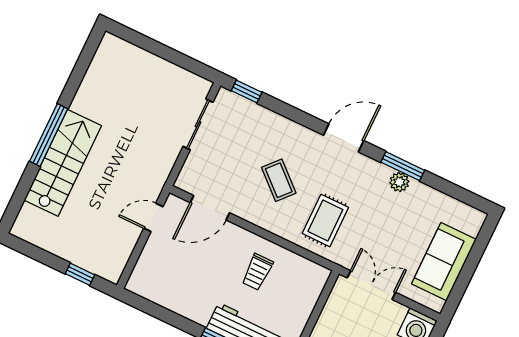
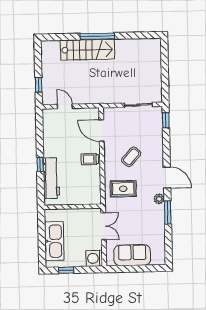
plant: (399, 182) -> (159, 199), moved
door: (153, 217) -> (65, 106), moved
trolley: (257, 272) -> (90, 159), moved

